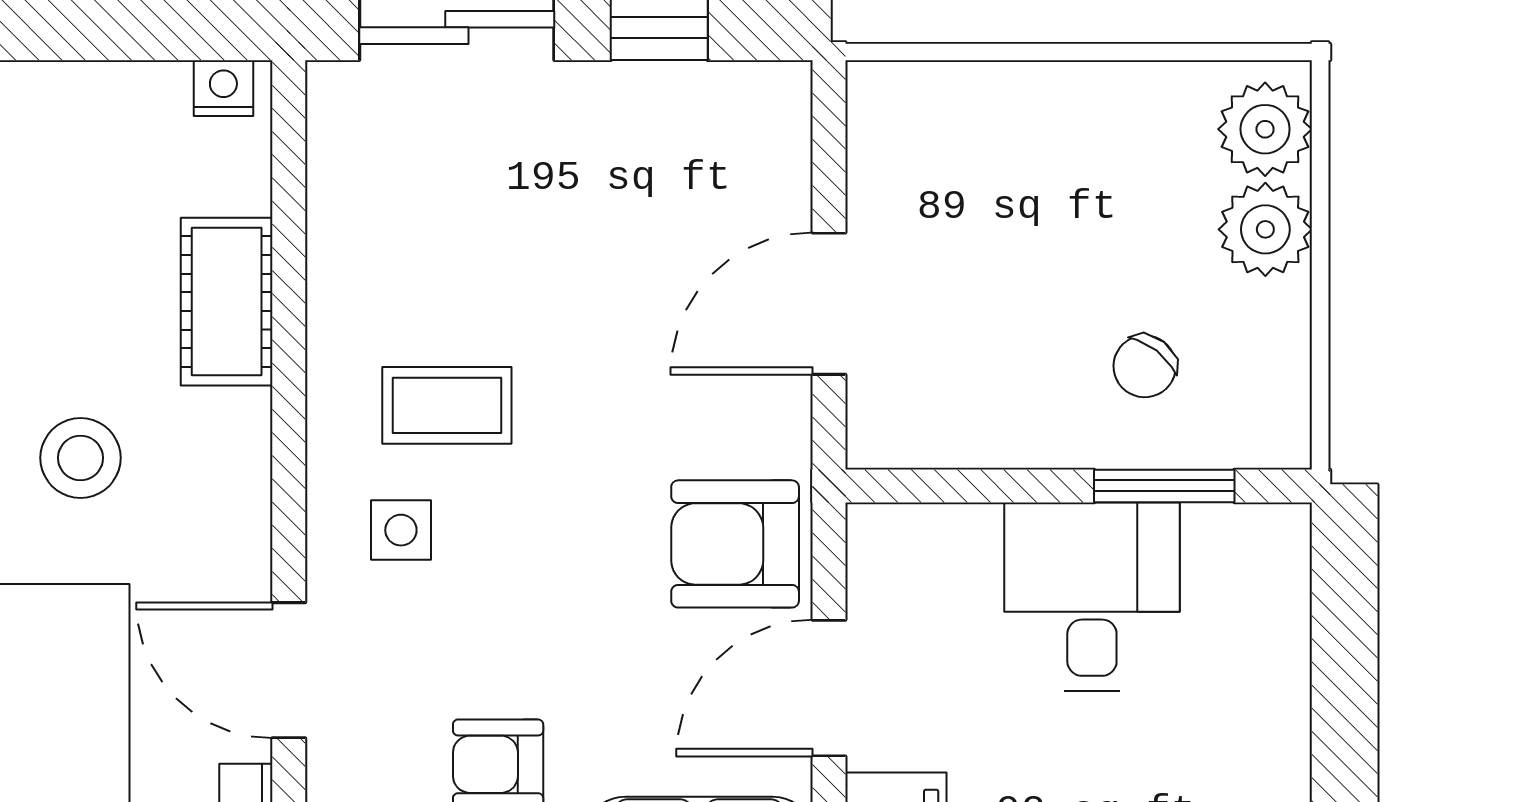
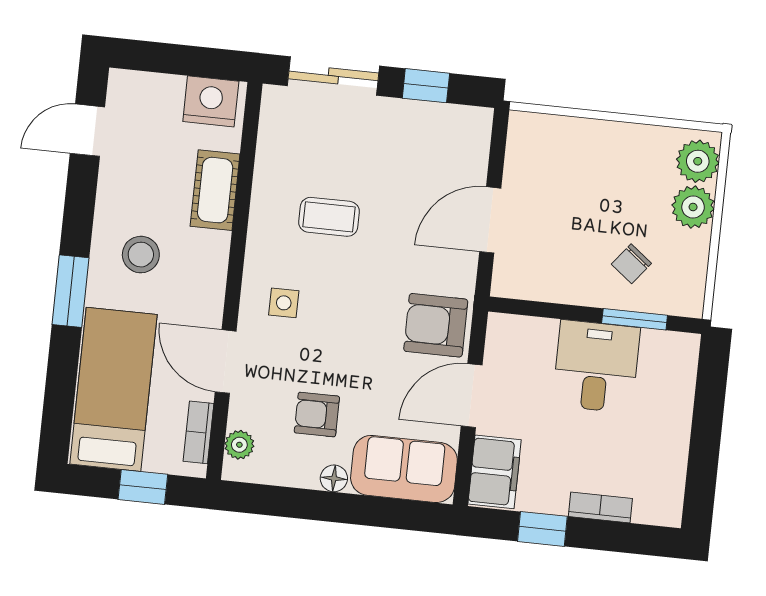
nightstand: (223, 88) -> (211, 101), width x1.89, depth x1.79
coffee table: (447, 405) -> (329, 217), moved

